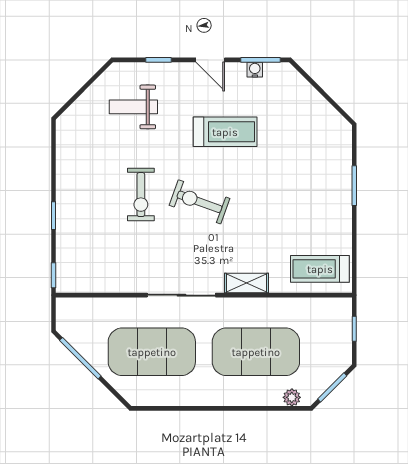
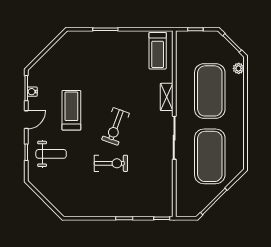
weight bench: (133, 107) -> (51, 154), moved, turned -90

